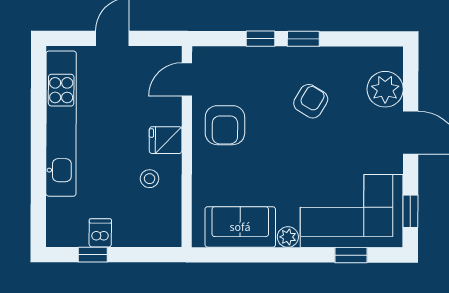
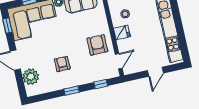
window: (261, 39) -> (101, 84), moved
armchair: (311, 101) -> (62, 64), turned 149

